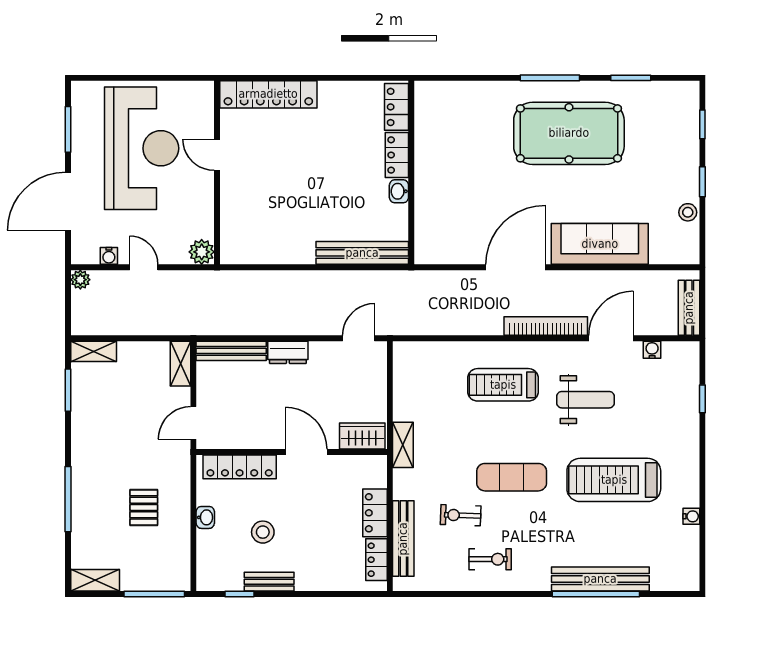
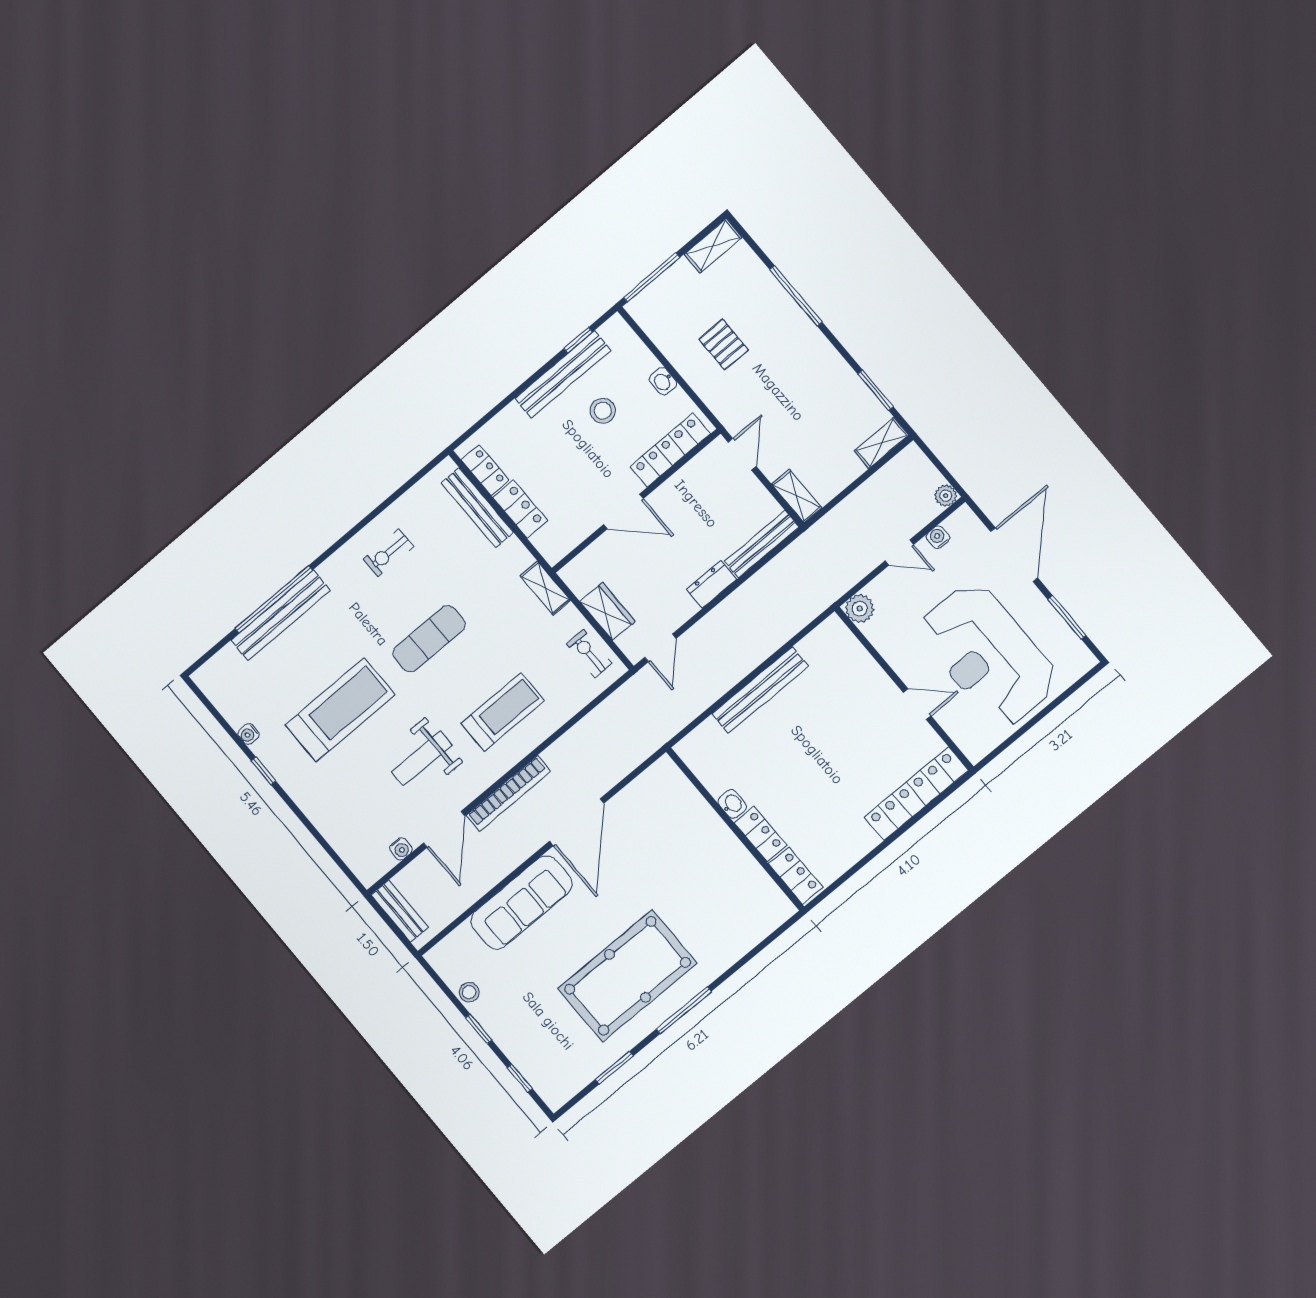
bench: (362, 253) -> (760, 690), moved
window: (702, 399) -> (263, 771), moved
wardrobe: (362, 436) -> (607, 611), moved, turned -90
exercise bike: (461, 515) -> (589, 654), moved, turned -92
bench: (269, 582) -> (563, 374), width x1.86, depth x1.21

